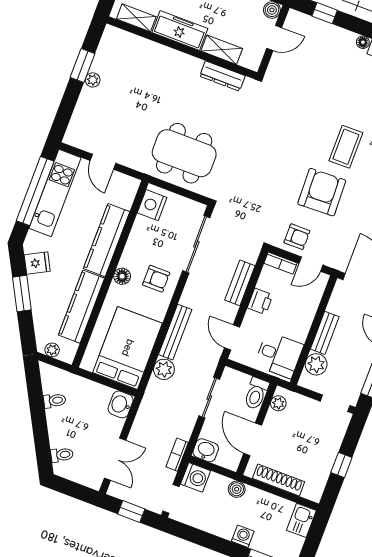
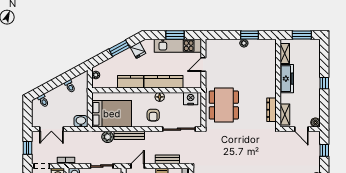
shelving: (222, 50) -> (285, 114), moved
window: (35, 191) -> (175, 35), width x0.47
floor lamp: (122, 276) -> (160, 97), moved
kitchen counter: (81, 307) -> (130, 82), width x0.67

